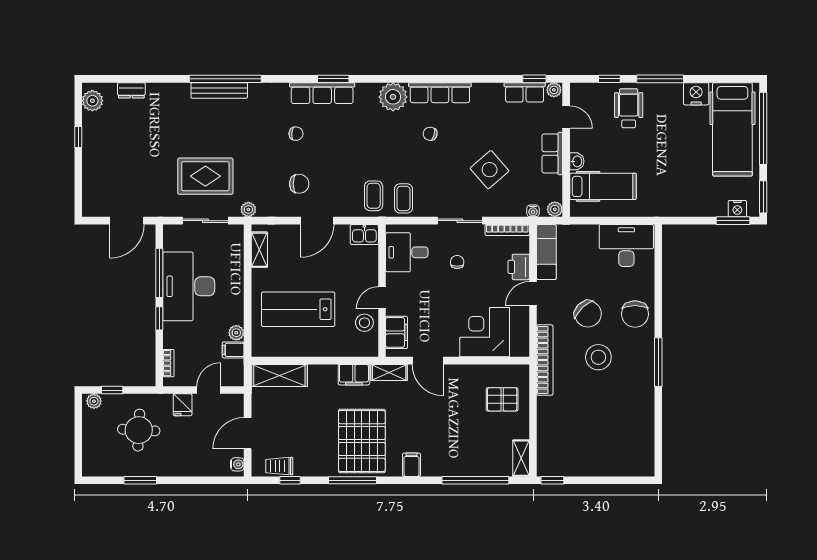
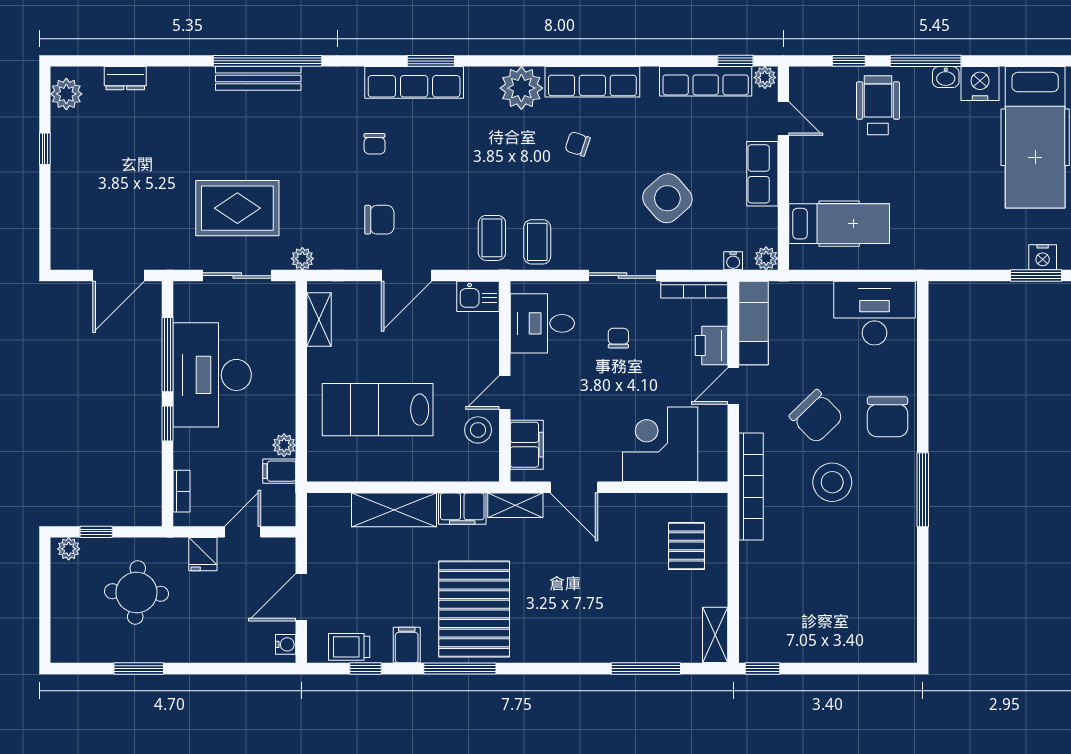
row of seats: (525, 92) -> (706, 81), width x1.48
chair: (296, 134) -> (375, 144), turned 85
washbasin: (577, 161) -> (946, 77), moved, turned 90
shelving: (279, 375) -> (394, 510), moved
pallet: (502, 399) -> (686, 546), turned 90
filing cabinet: (411, 465) -> (407, 645), moved
window: (475, 480) -> (646, 668), width x0.68

